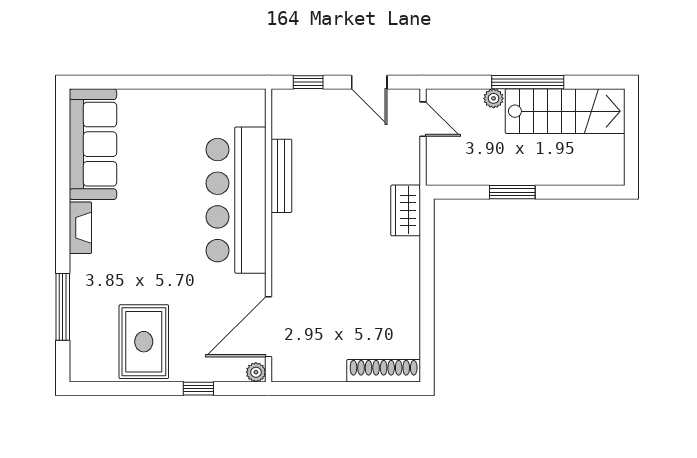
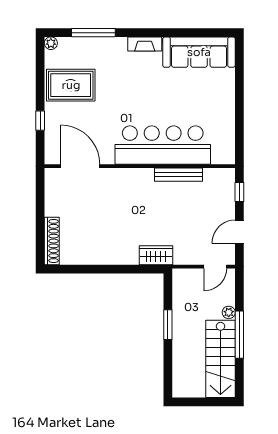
plant: (256, 372) -> (51, 43), moved

